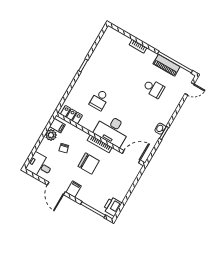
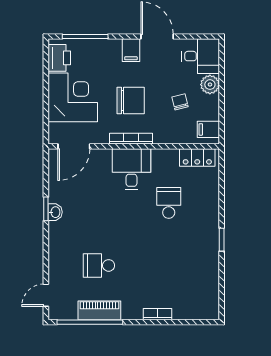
desk: (112, 130) -> (131, 169), width x0.73
plant: (51, 135) -> (210, 85), moved
chair: (89, 163) -> (131, 101), turned 180
corner desk: (117, 182) -> (73, 97), added

